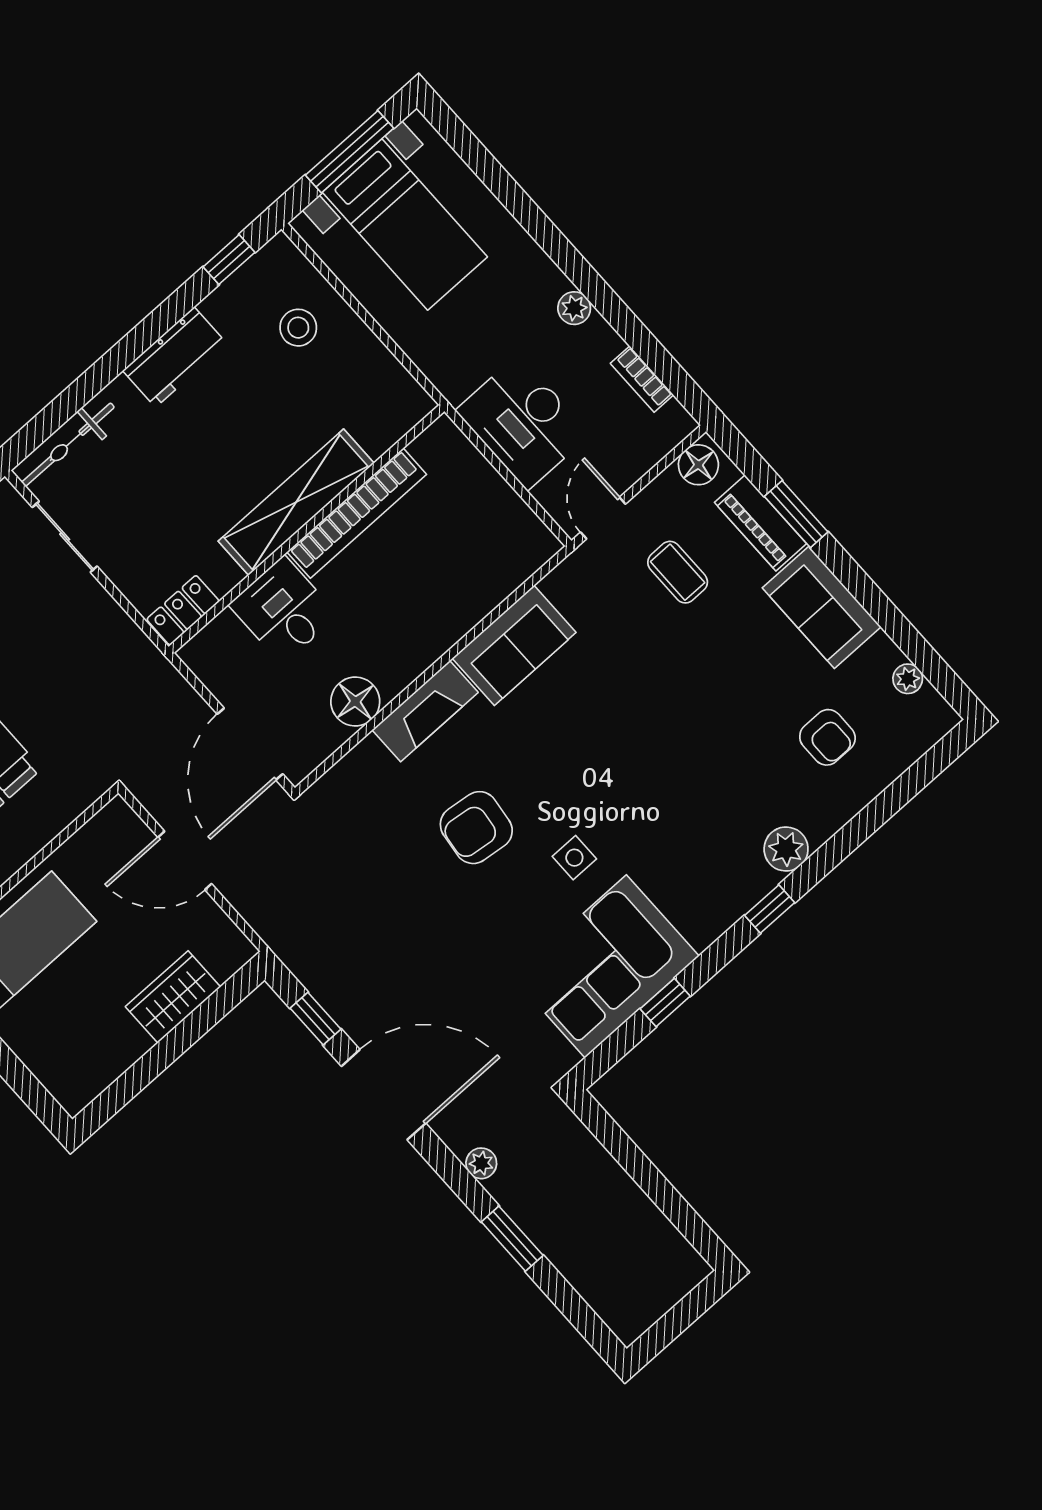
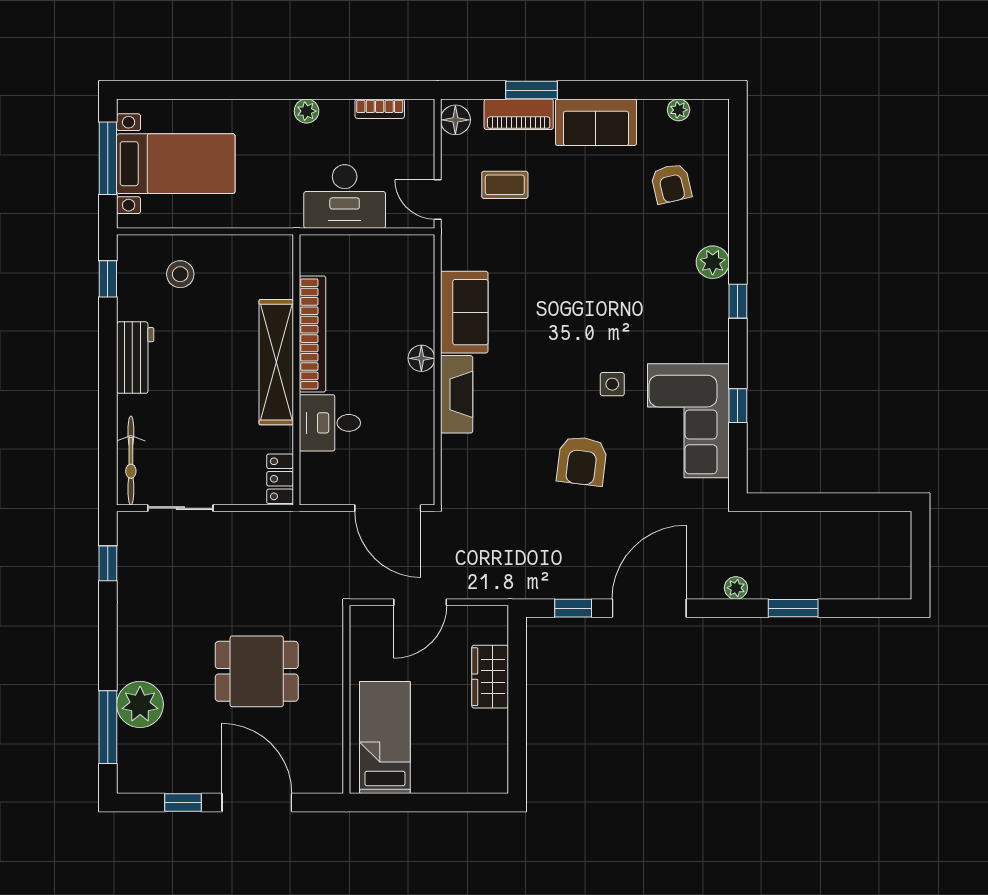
floor lamp: (355, 702) -> (421, 358), moved, width x0.73, depth x0.73
armchair: (827, 737) -> (671, 184), turned 77
armchair: (476, 828) -> (582, 461), moved

